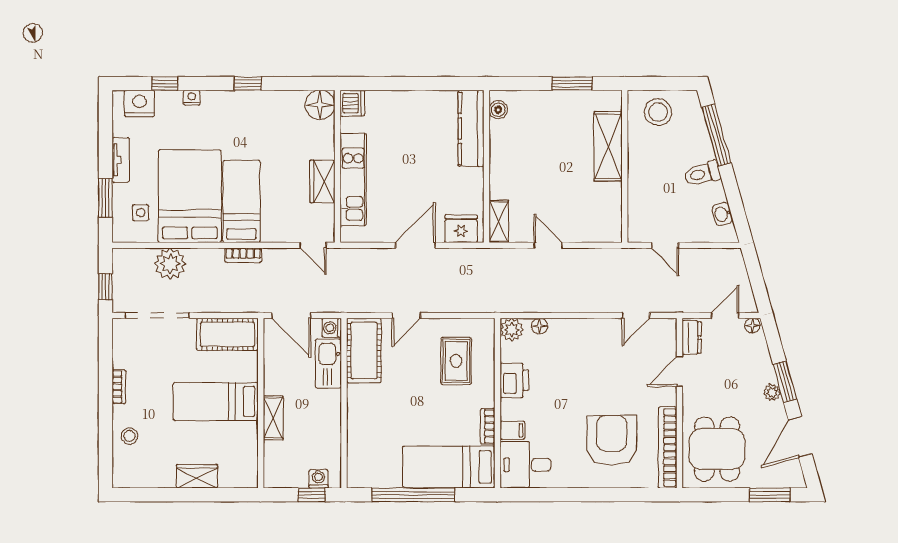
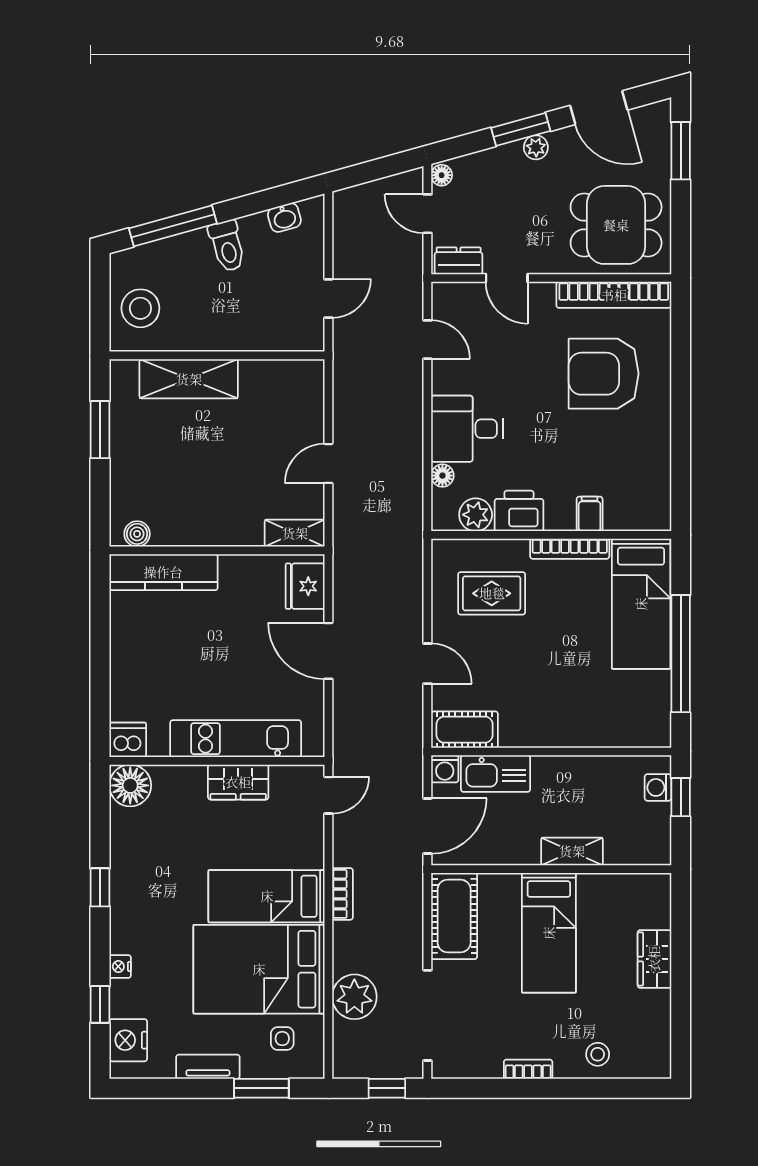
plant: (512, 330) -> (476, 515), moved
cot: (364, 350) -> (465, 730), width x0.73, depth x0.75
bookcase: (488, 426) -> (570, 549), width x1.56
desk: (525, 465) -> (467, 429), moved, turned 90

